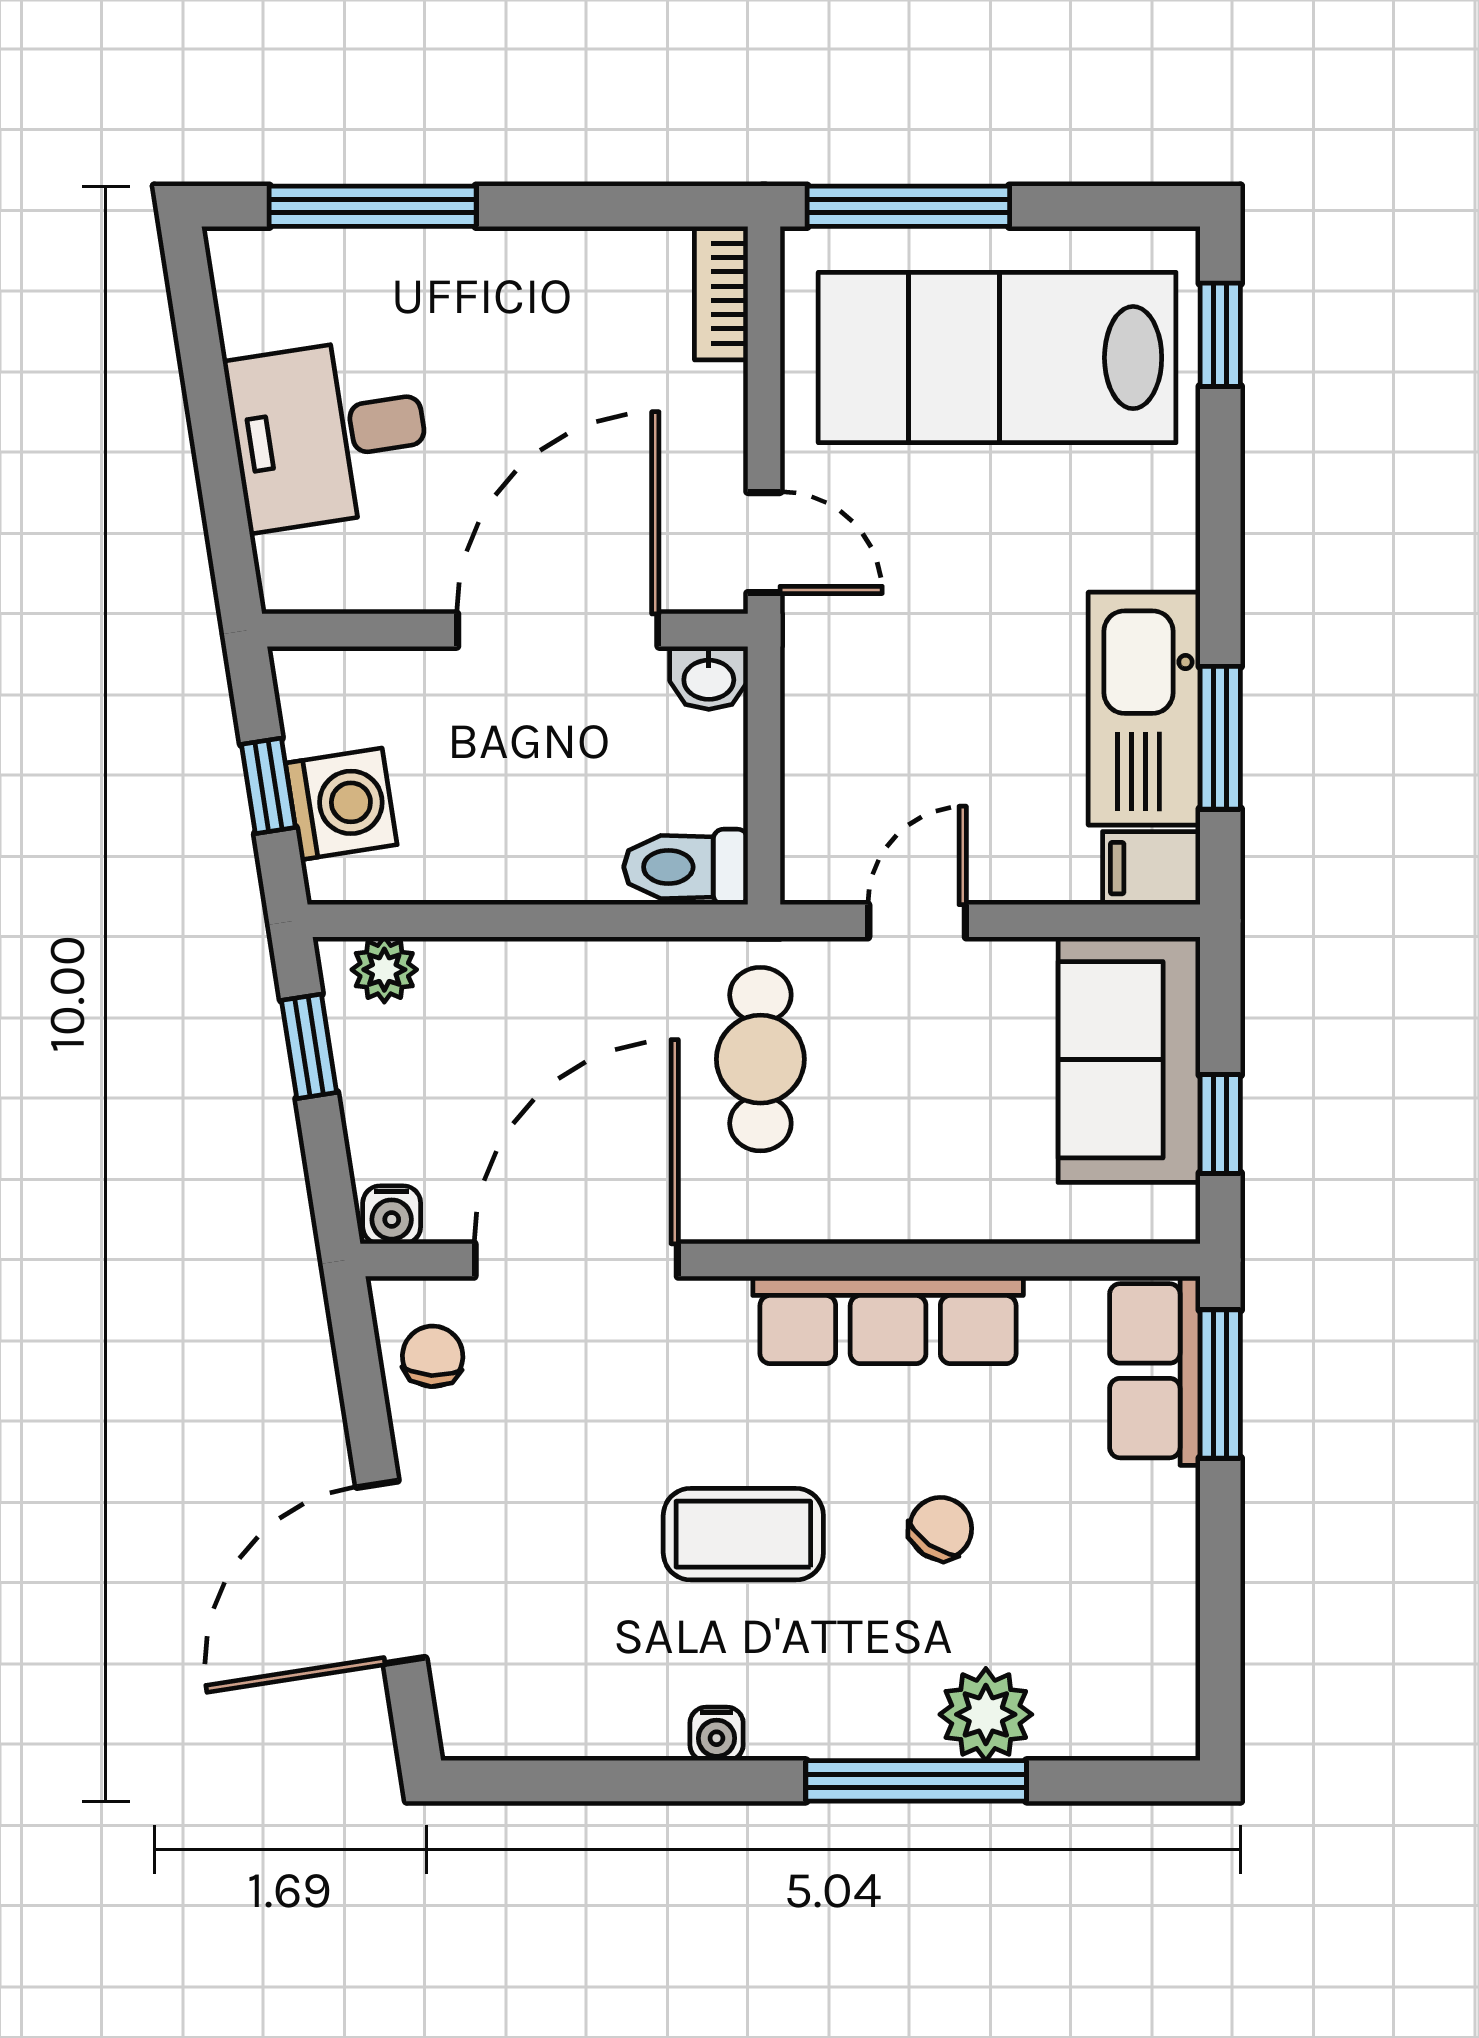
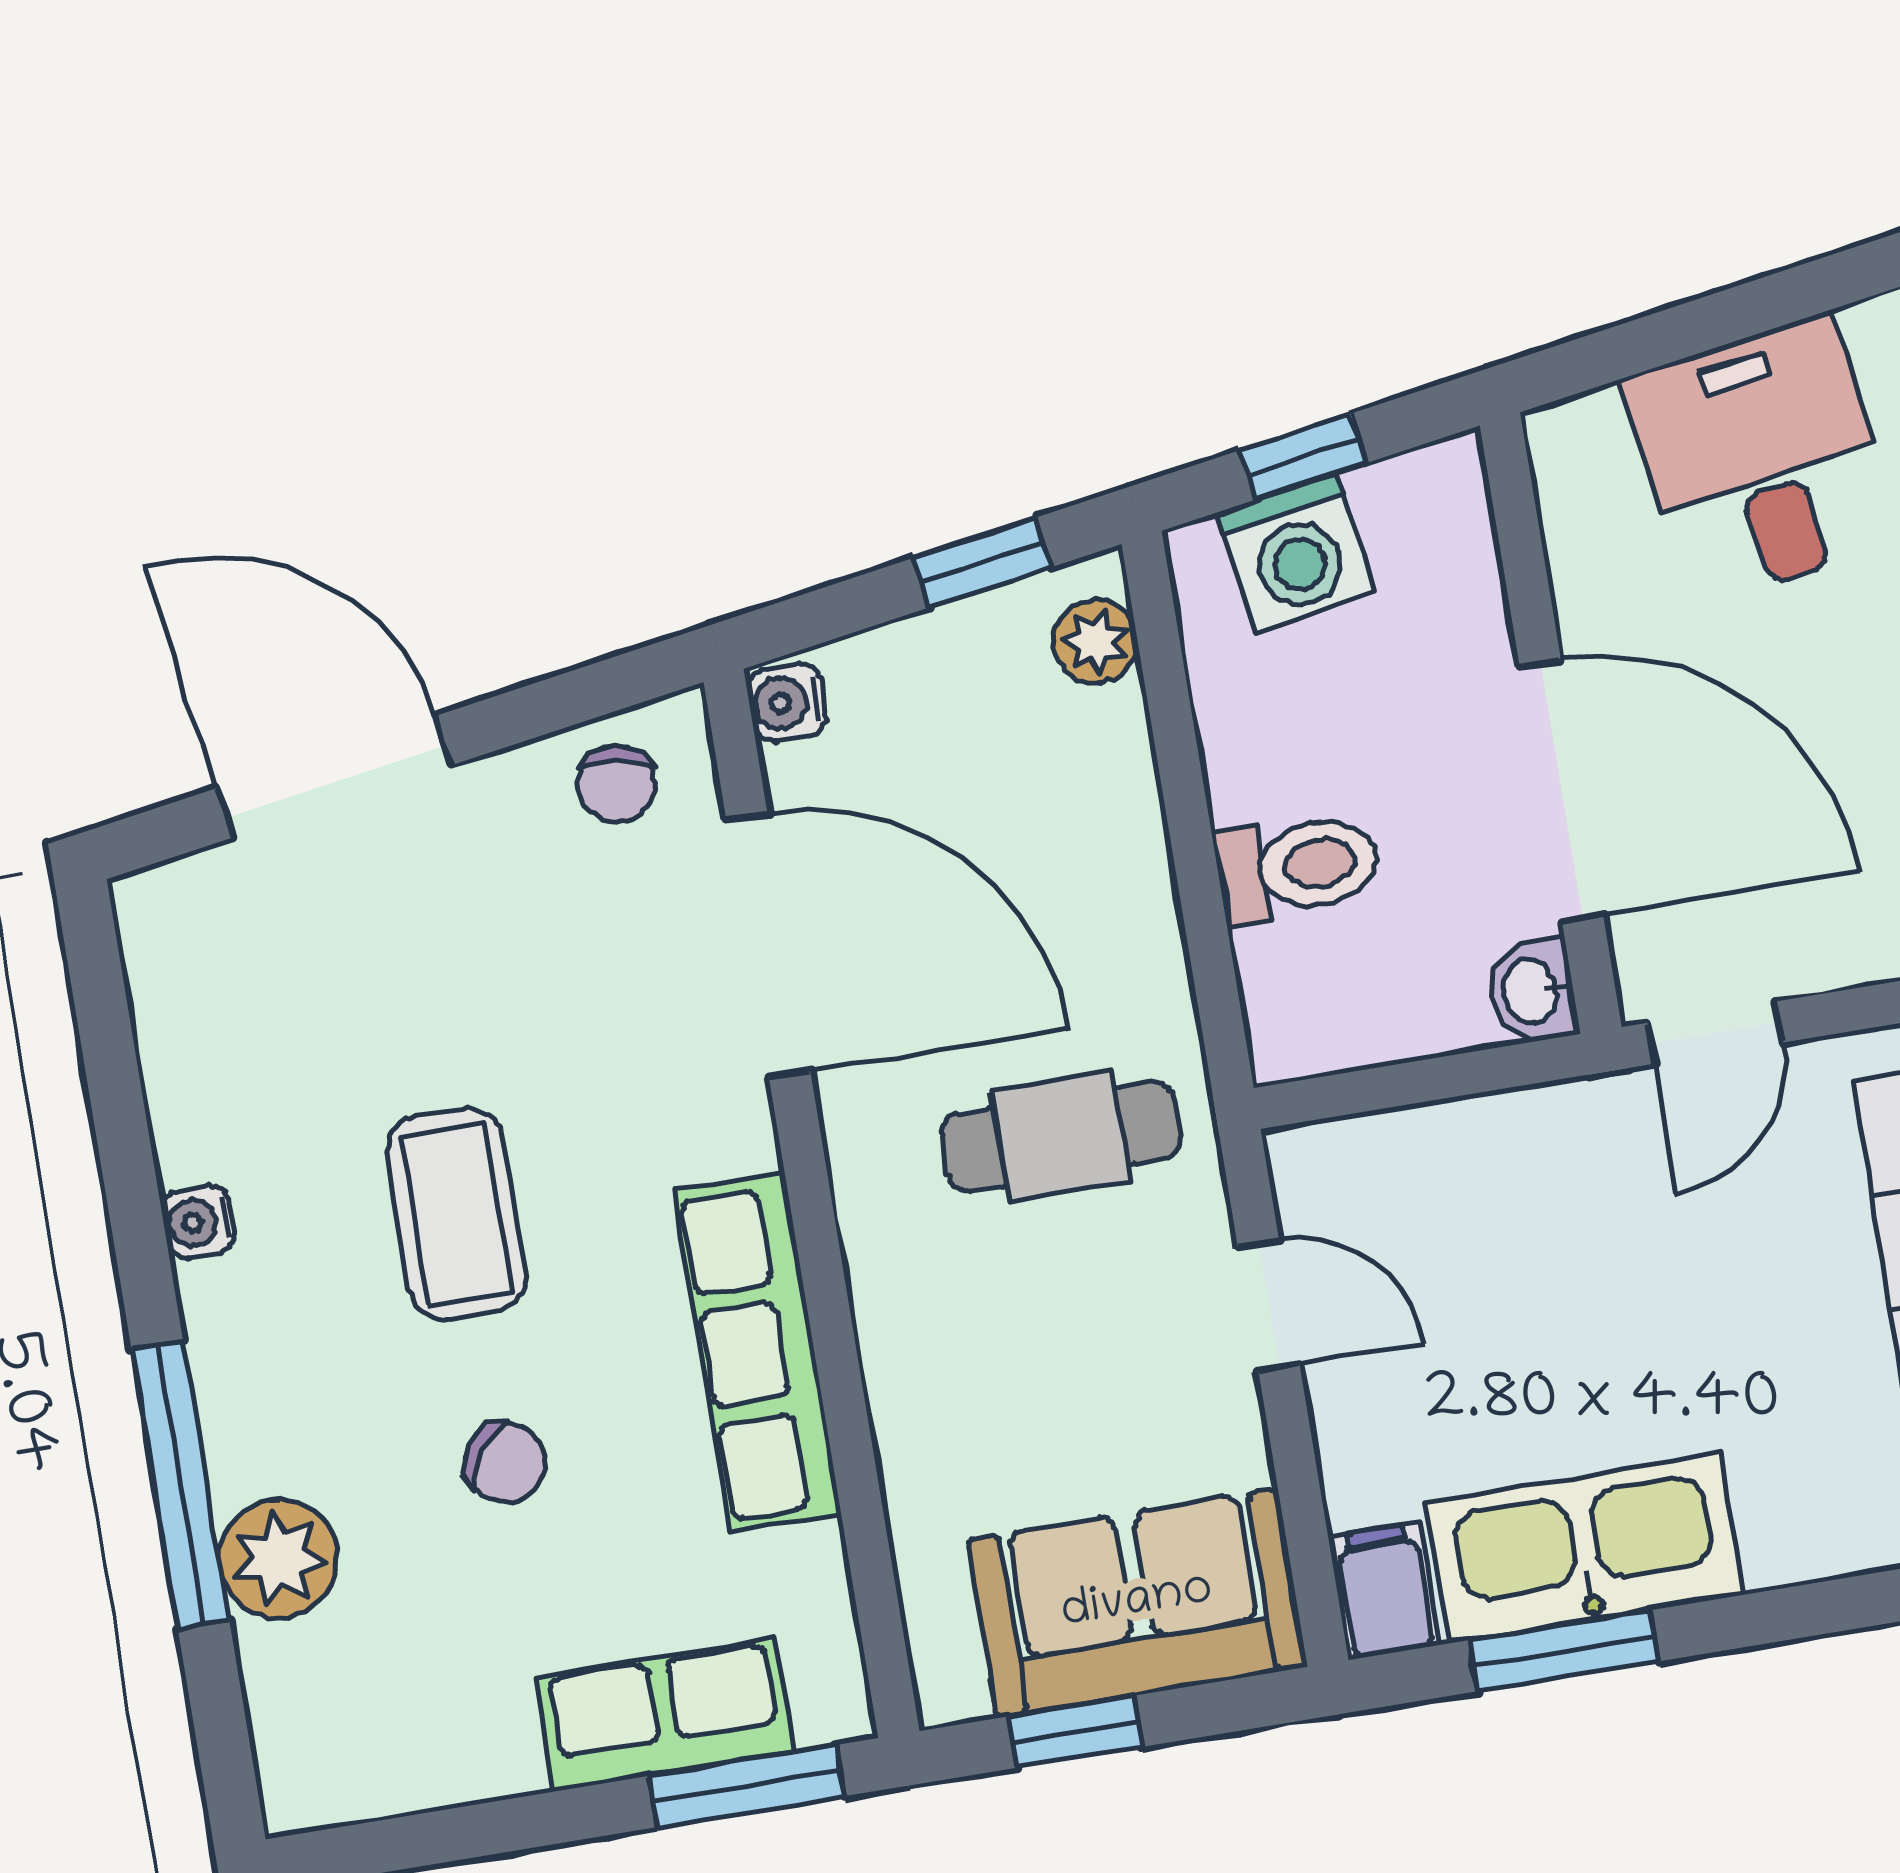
toilet: (686, 867) -> (1298, 867), moved, turned 90
chair: (433, 1356) -> (616, 784), turned 96
row of seats: (1155, 1371) -> (665, 1715), moved

